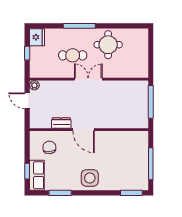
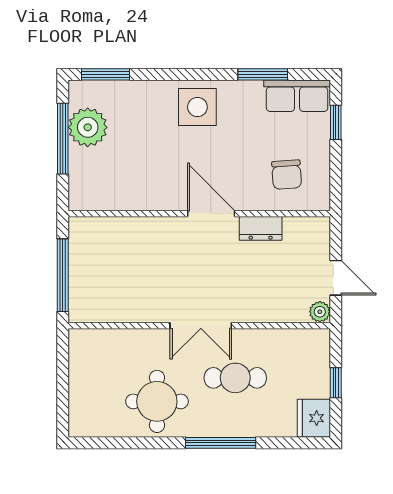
plant: (139, 169) -> (88, 127), added
row of seats: (37, 175) -> (297, 96), moved, turned -90

